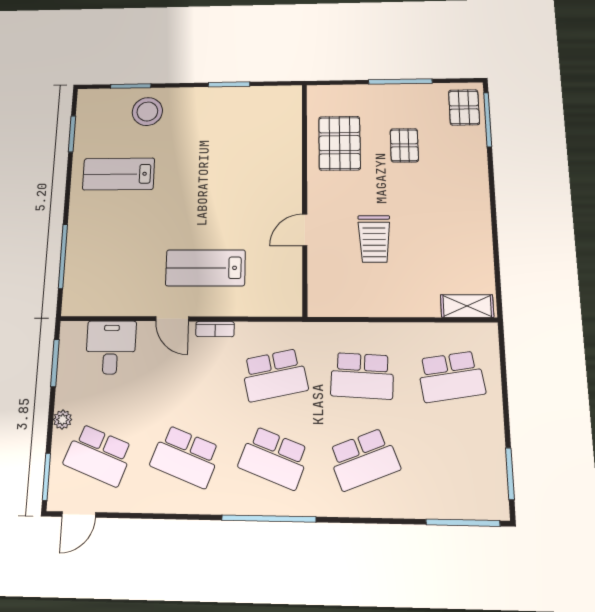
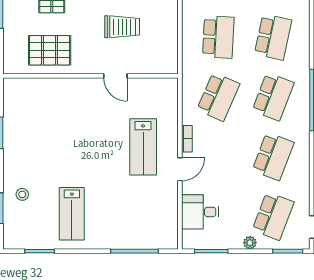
stool: (147, 112) -> (22, 194), width x0.53, depth x0.53
school desk: (275, 375) -> (218, 97), turned 36
school desk: (364, 459) -> (273, 37), turned 33

